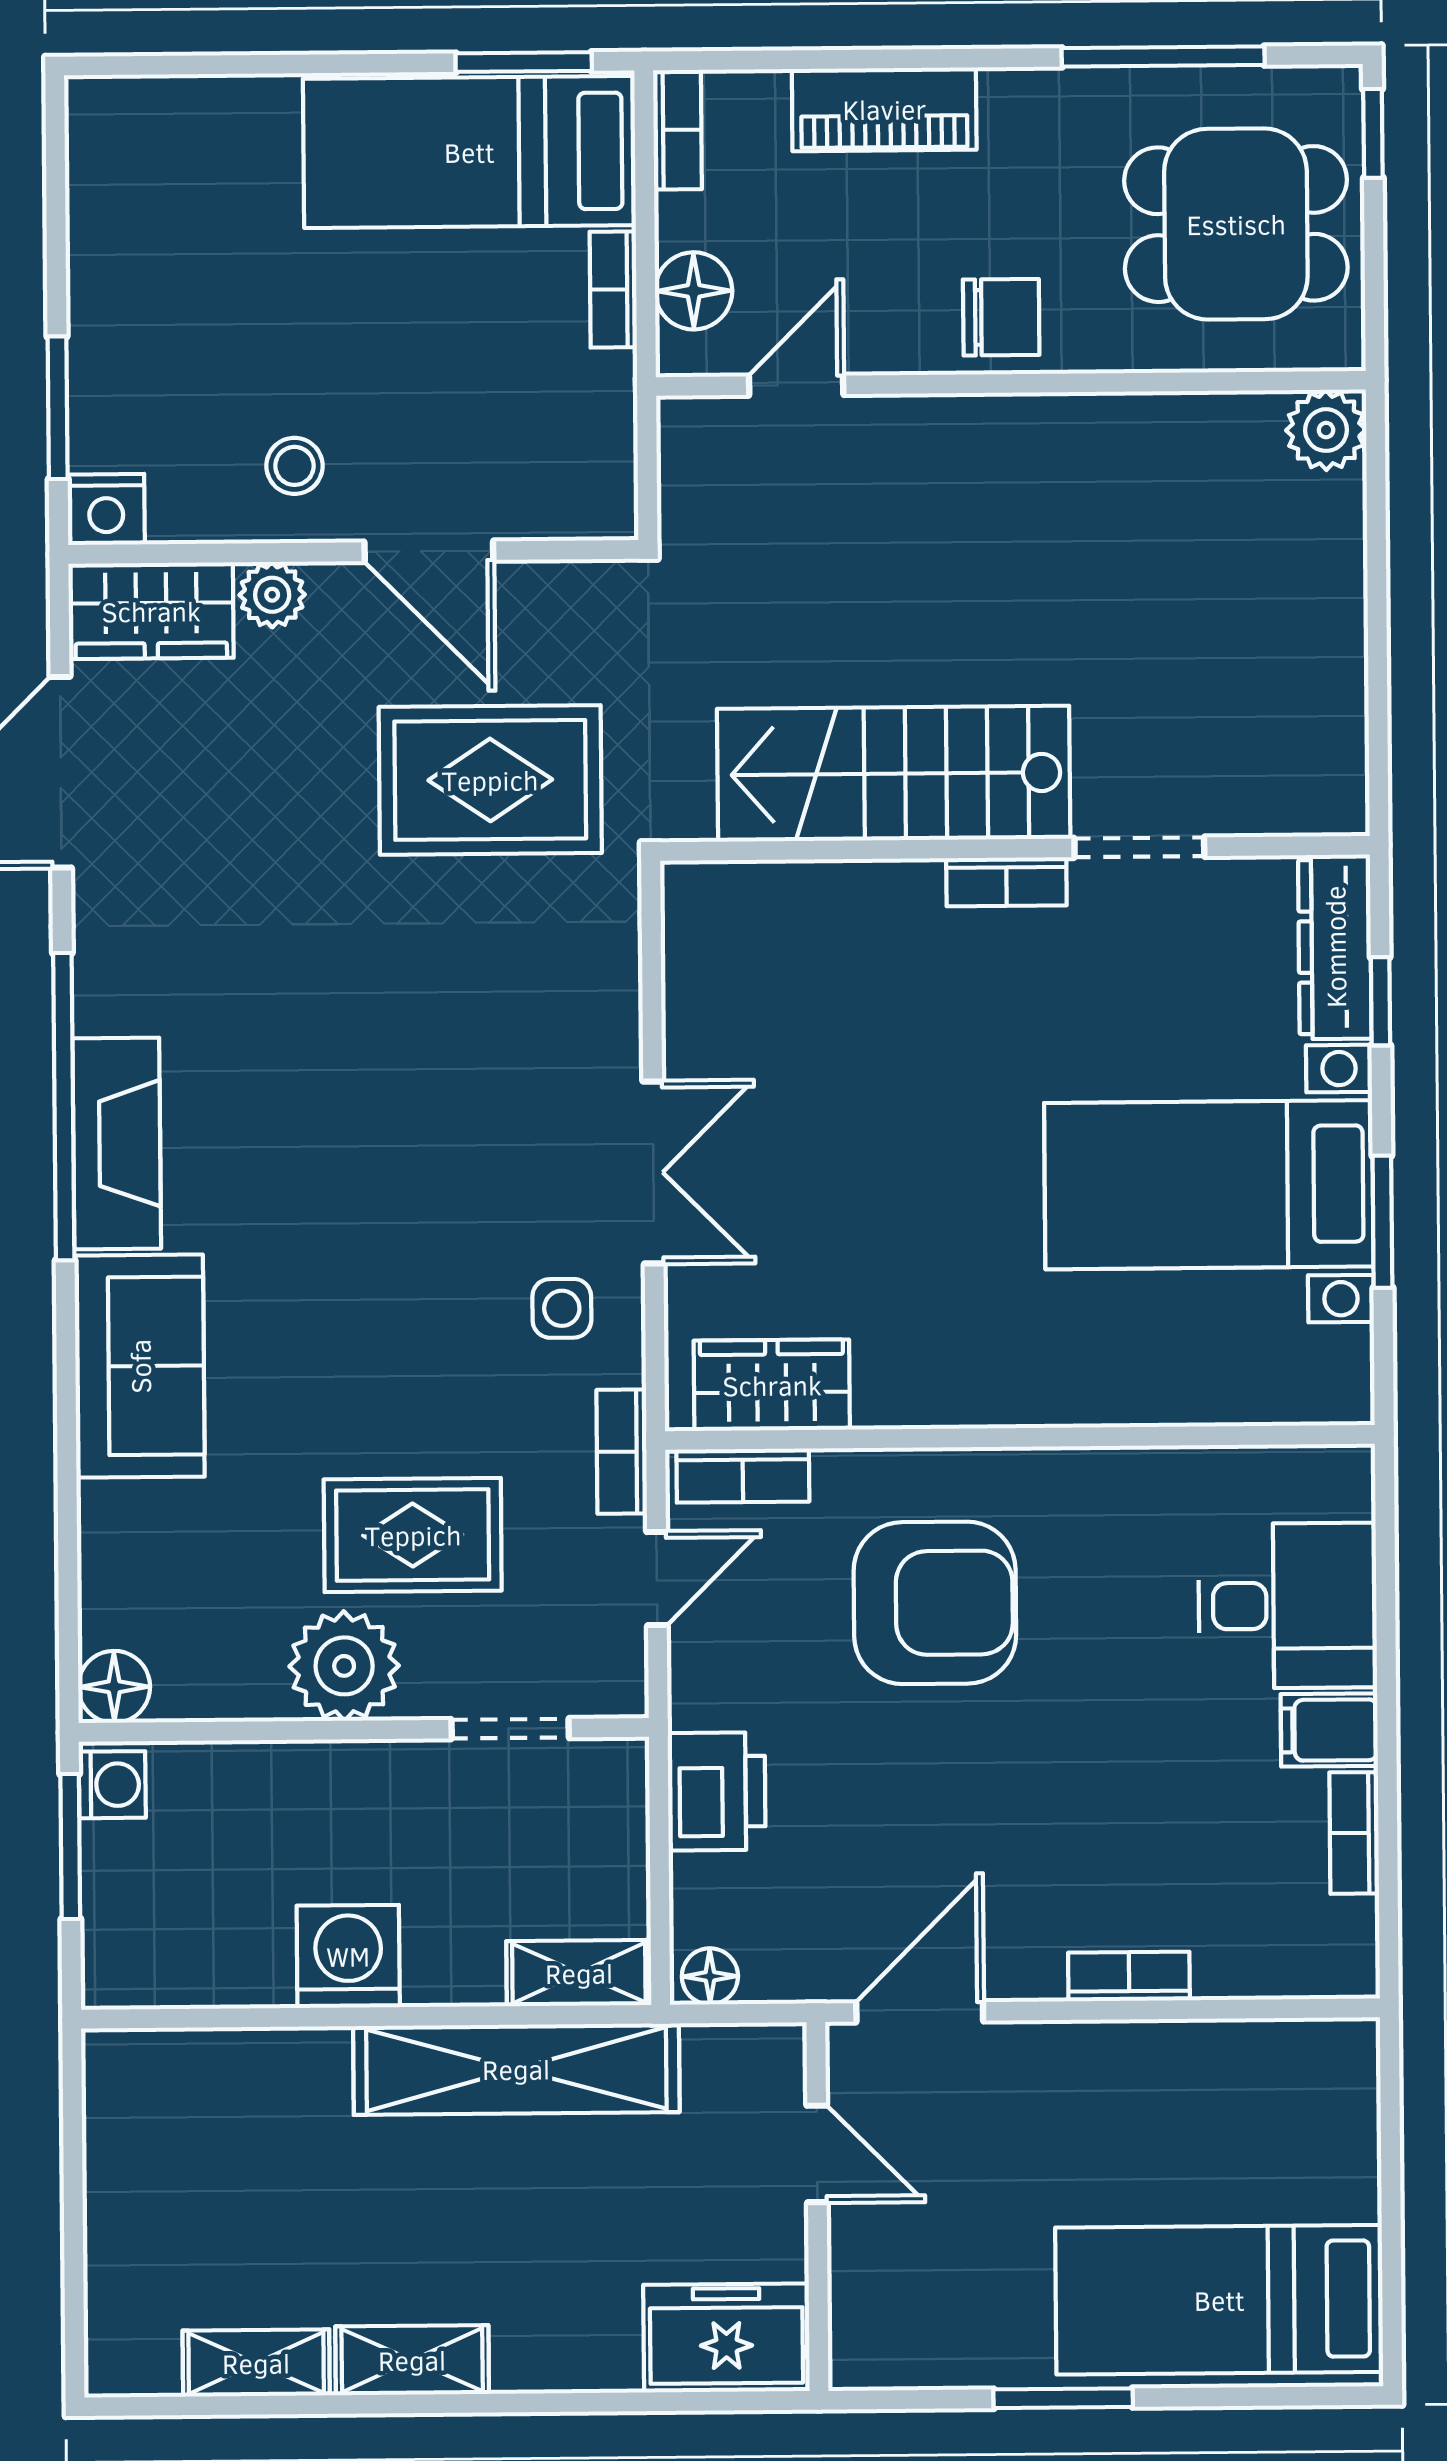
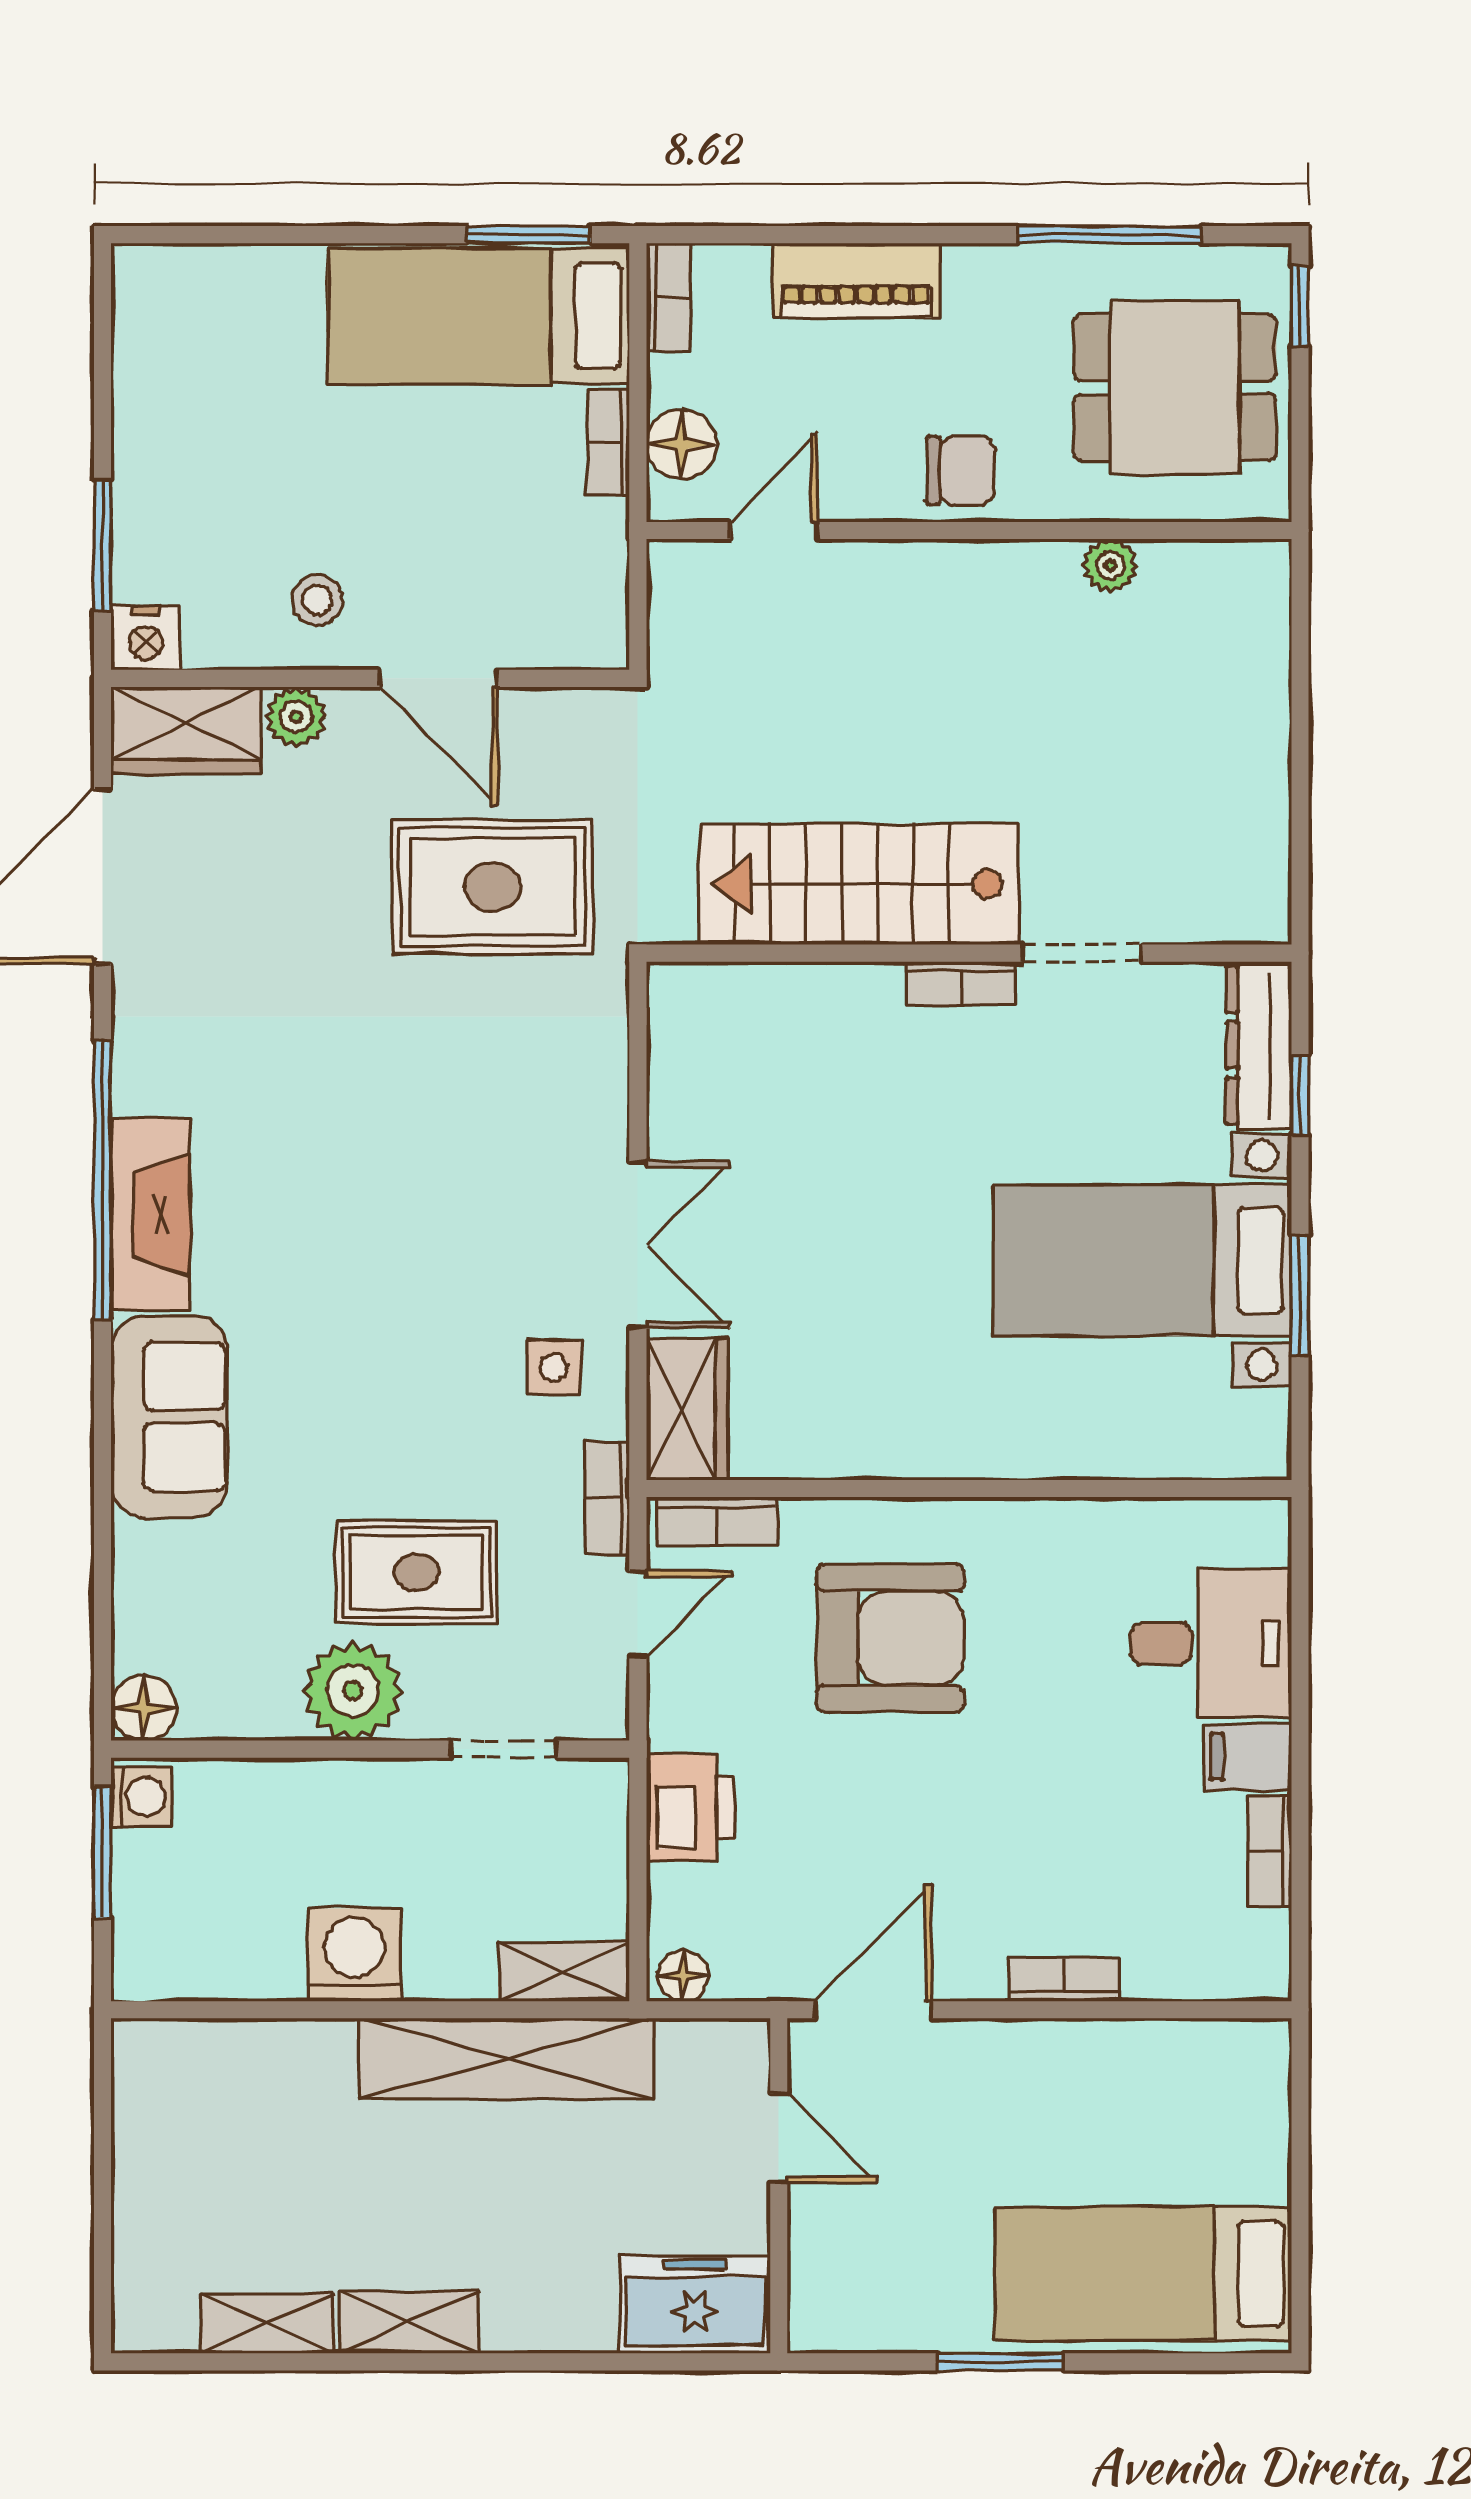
plant: (1326, 430) -> (1110, 565), moved, width x0.73, depth x0.73
wardrobe: (772, 1385) -> (687, 1409), moved, turned 90

